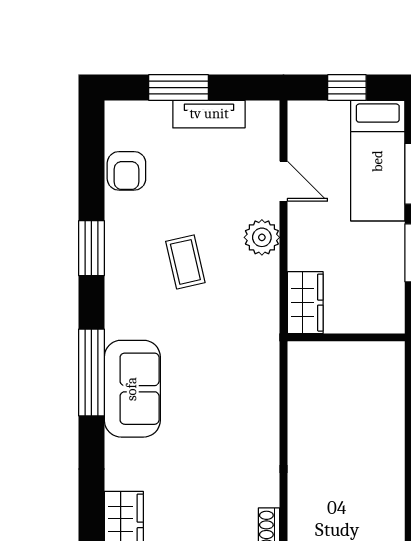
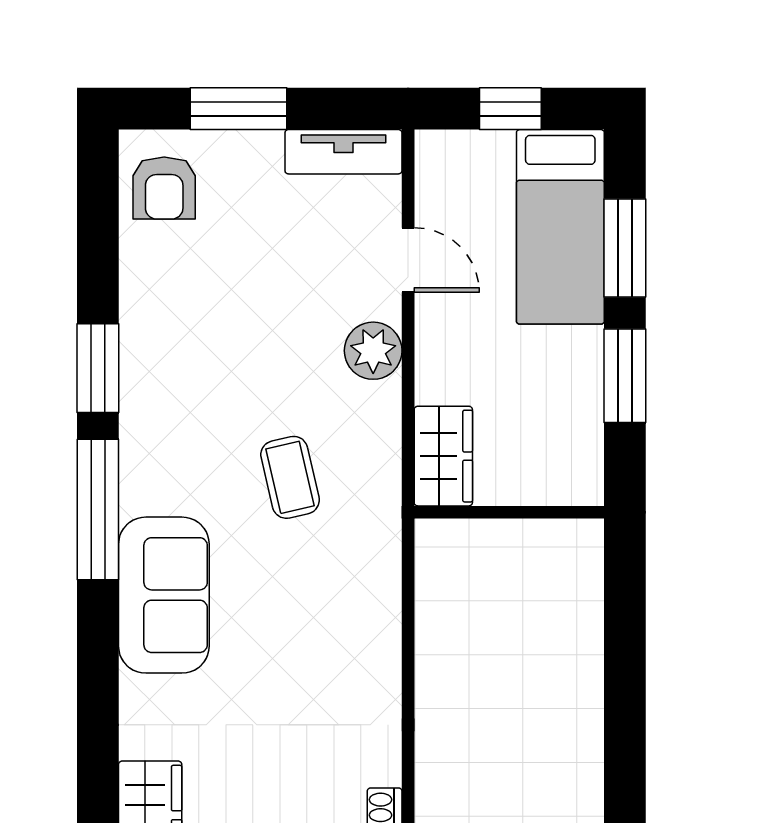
tv unit: (209, 114) -> (343, 152), moved
armchair: (126, 171) -> (164, 188), moved
coffee table: (185, 262) -> (290, 477), moved
window: (91, 373) -> (98, 509), moved

